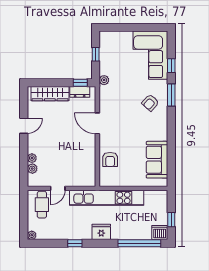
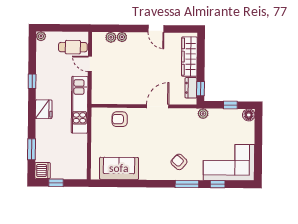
floor lamp: (105, 37) -> (249, 115), added
kitchen unit: (107, 198) -> (80, 105), width x0.73
window: (139, 243) -> (31, 149), width x0.47

